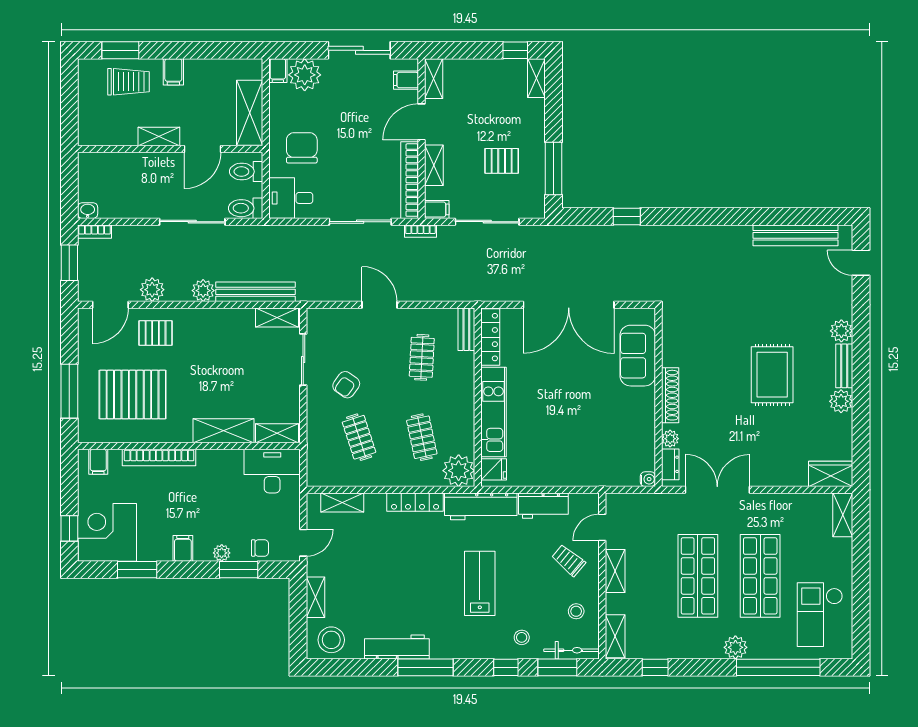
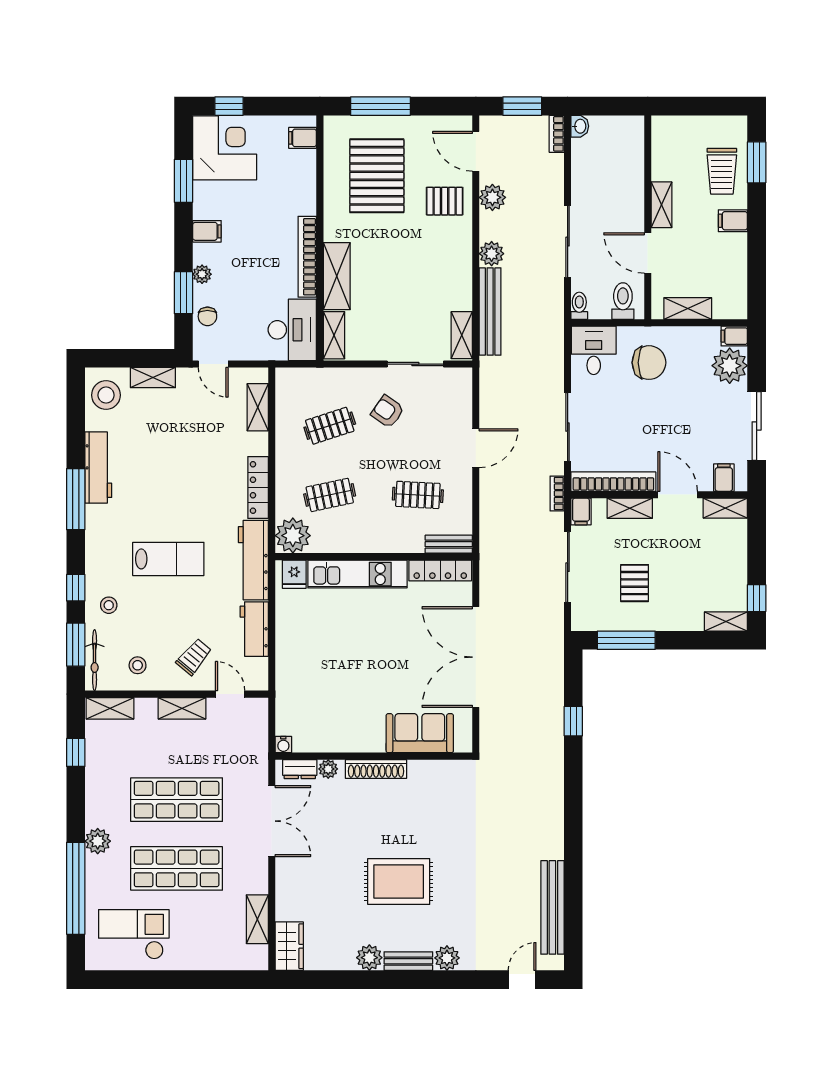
shelving: (250, 113) -> (688, 309), width x0.67, depth x0.75
toilet: (246, 208) -> (579, 306), width x0.73, depth x0.72
pallet: (156, 333) -> (445, 201), turned 90
bookcase: (159, 457) -> (307, 257), moved
shelving: (843, 515) -> (257, 919), moved, turned 90

